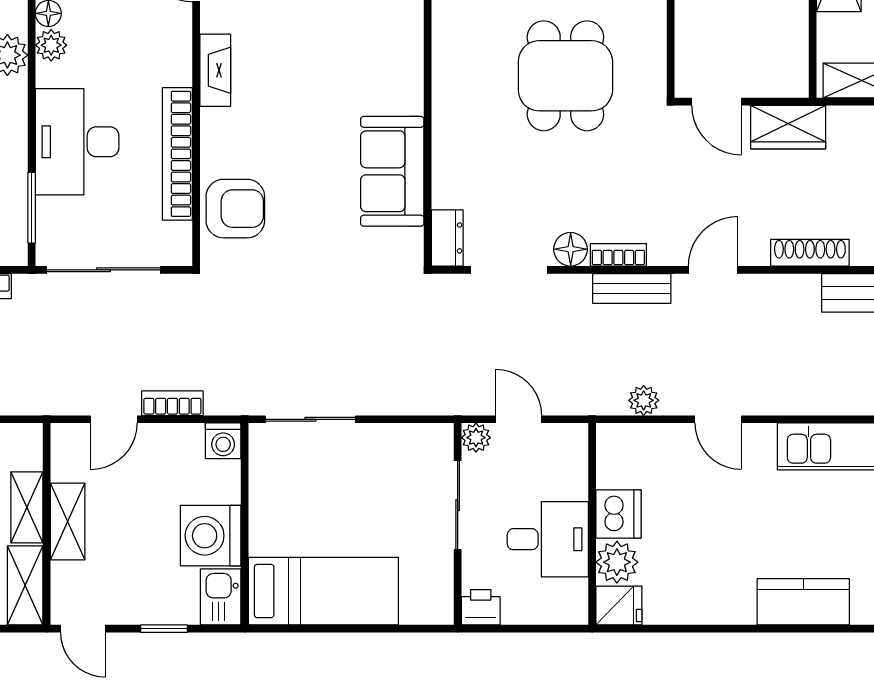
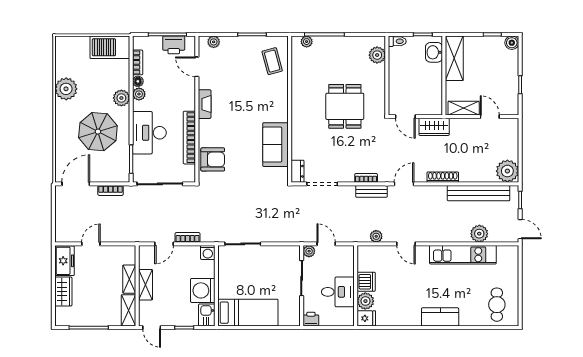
floor lamp: (571, 249) -> (347, 176), removed

